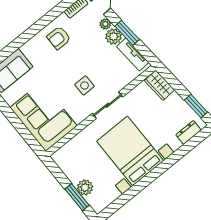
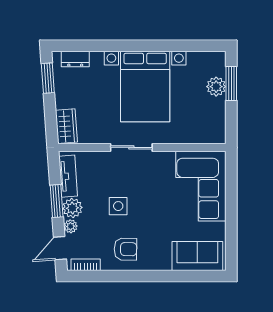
side table: (85, 85) -> (118, 206), moved

